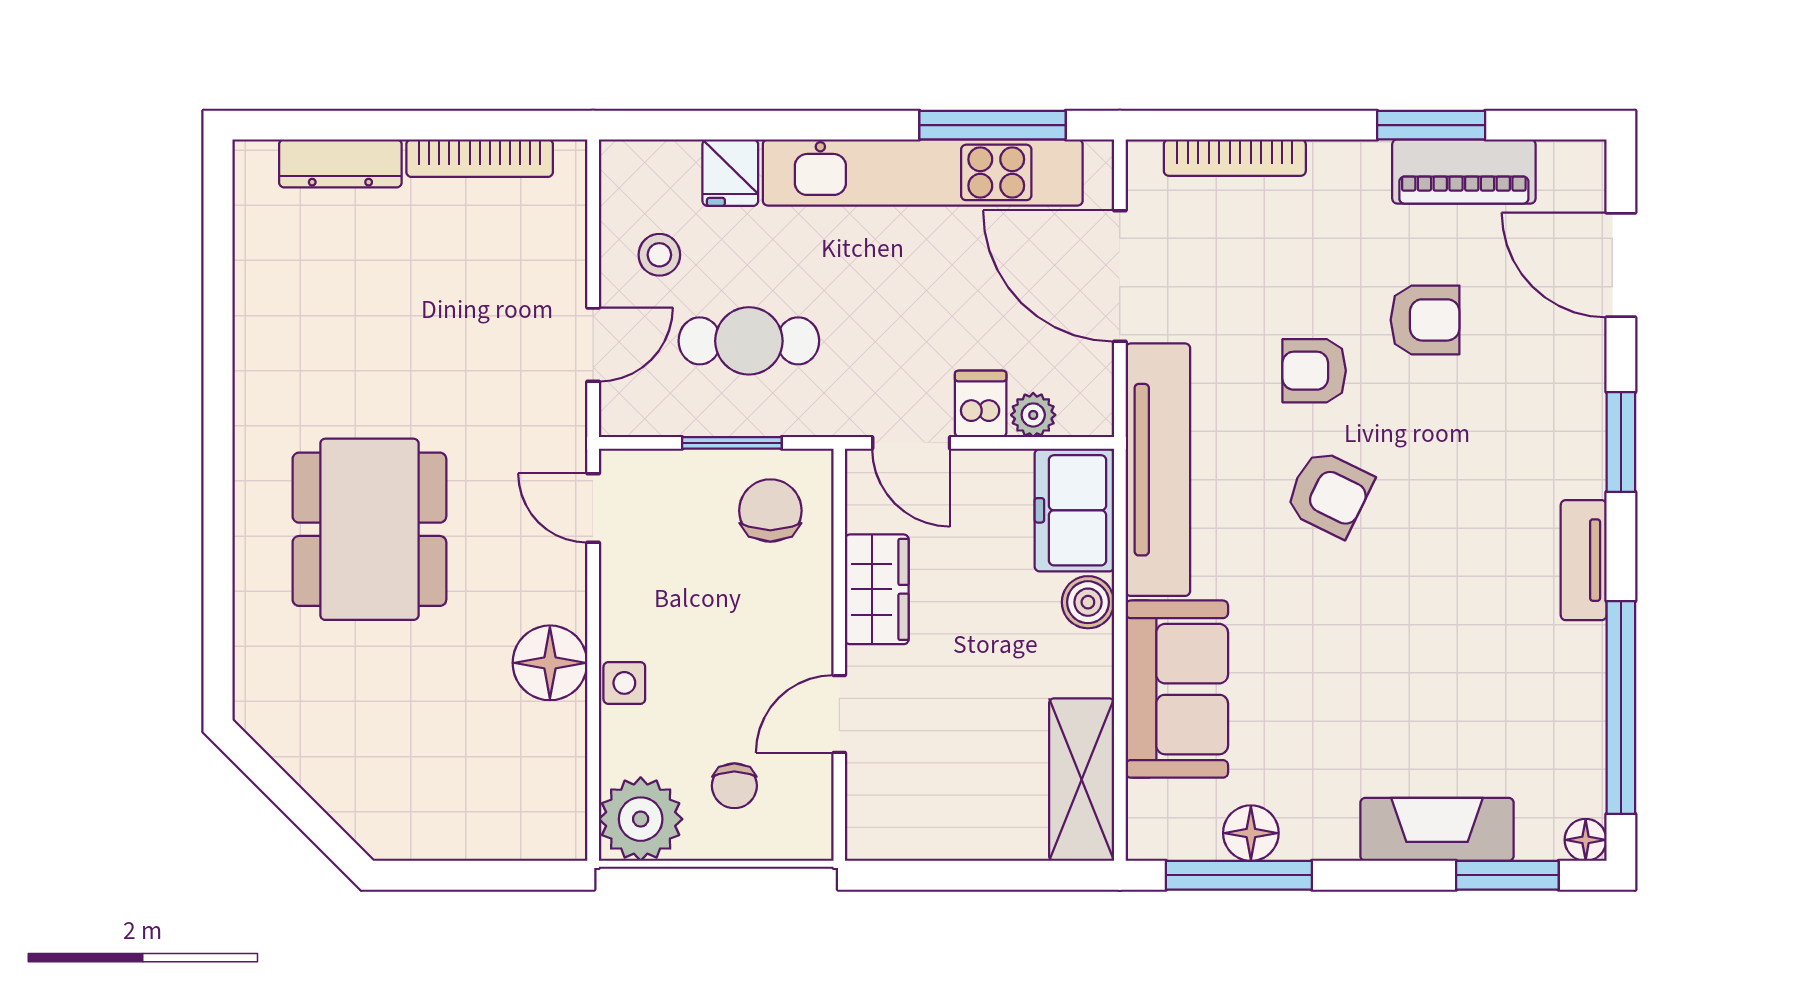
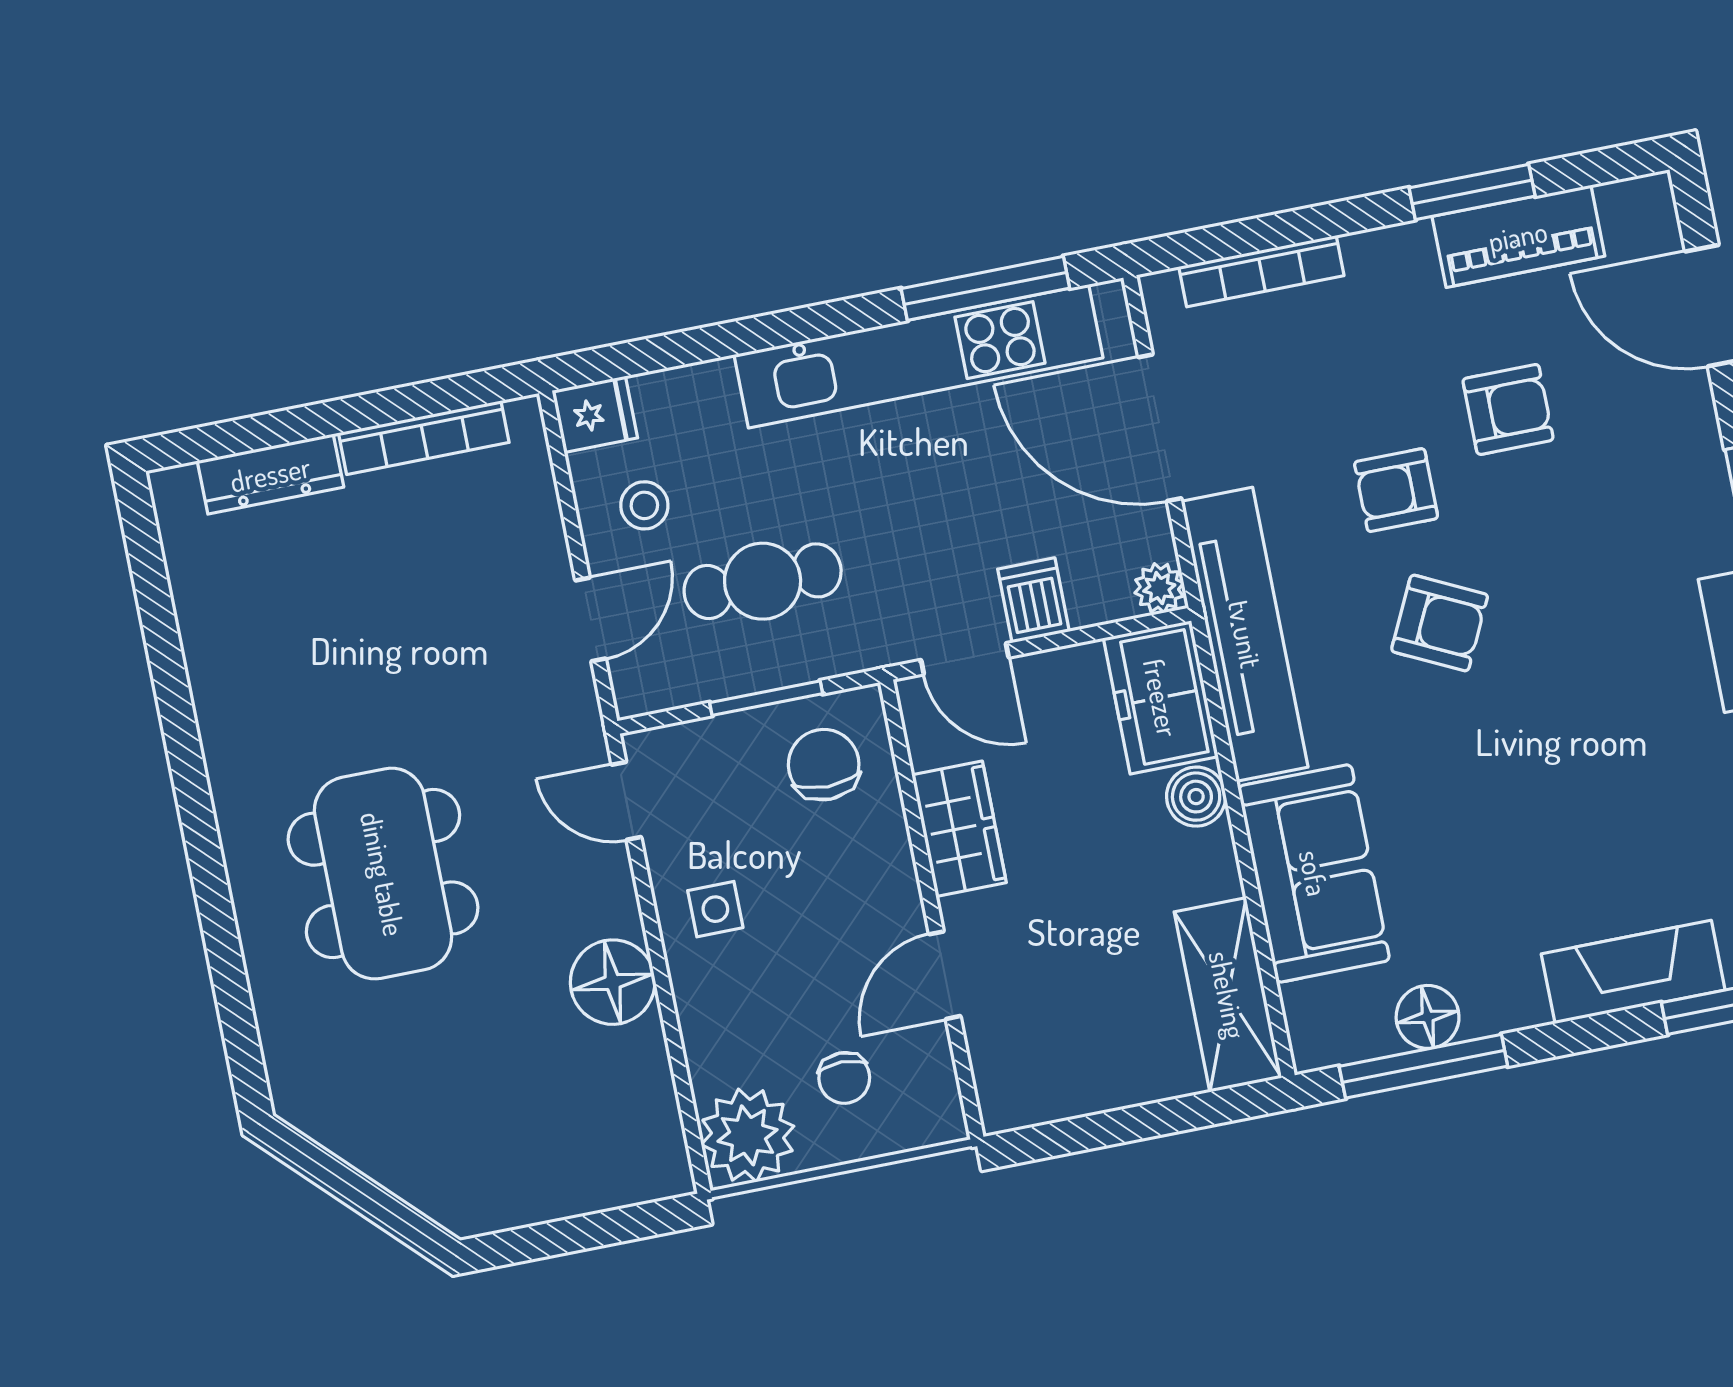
fridge: (730, 173) -> (595, 414), moved, turned -90
plant: (1033, 415) -> (1159, 588), moved
side table: (624, 683) -> (715, 909), moved

